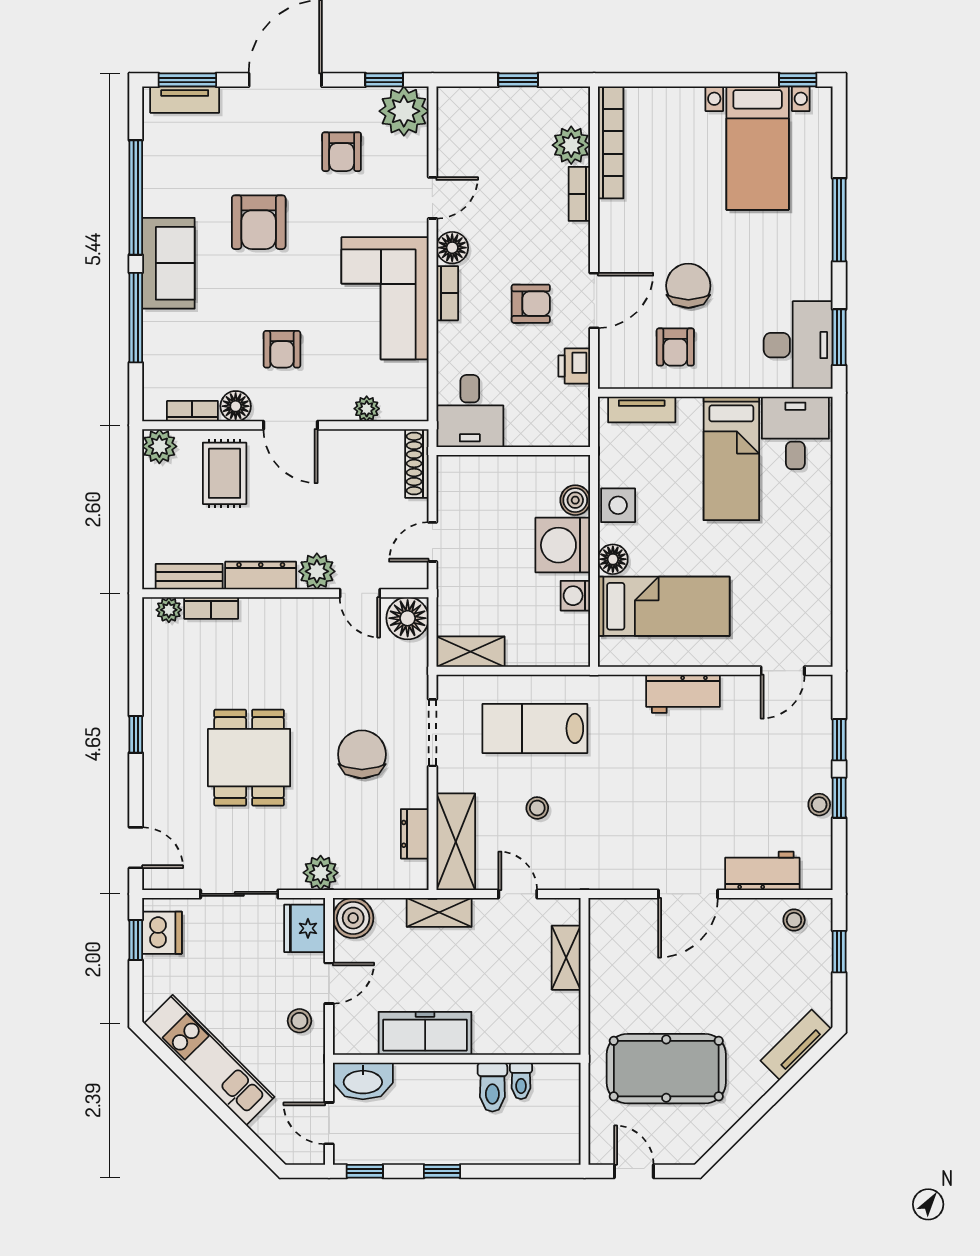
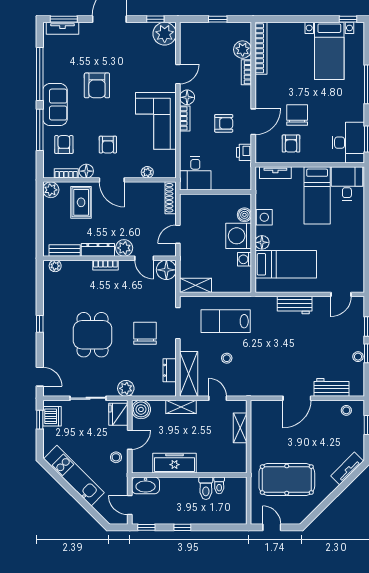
armchair: (342, 152) -> (64, 145), moved, turned 180
bookcase: (211, 608) -> (105, 265), moved

